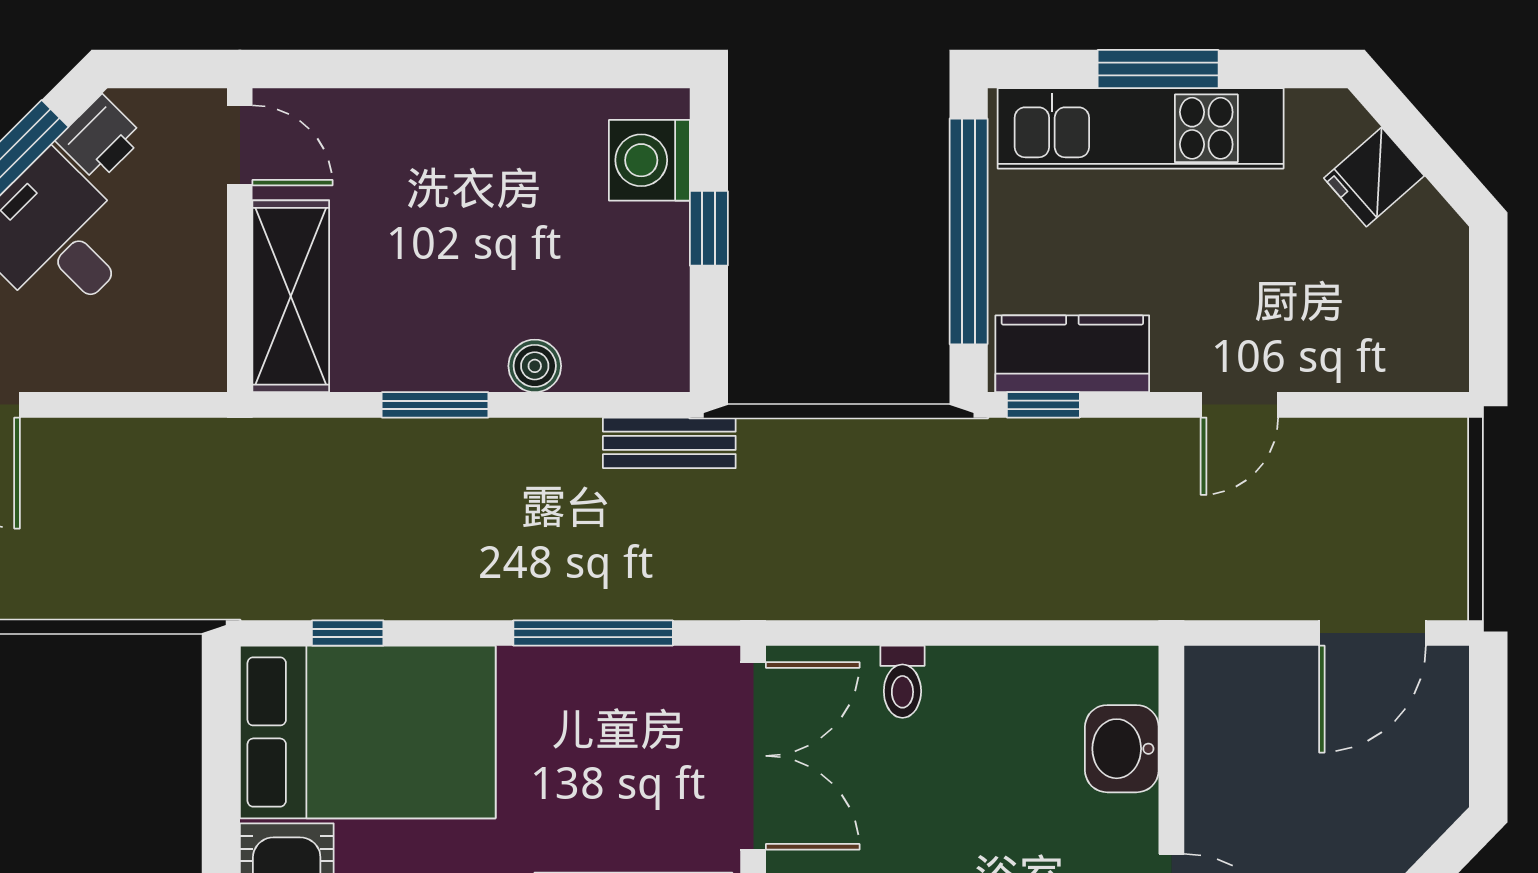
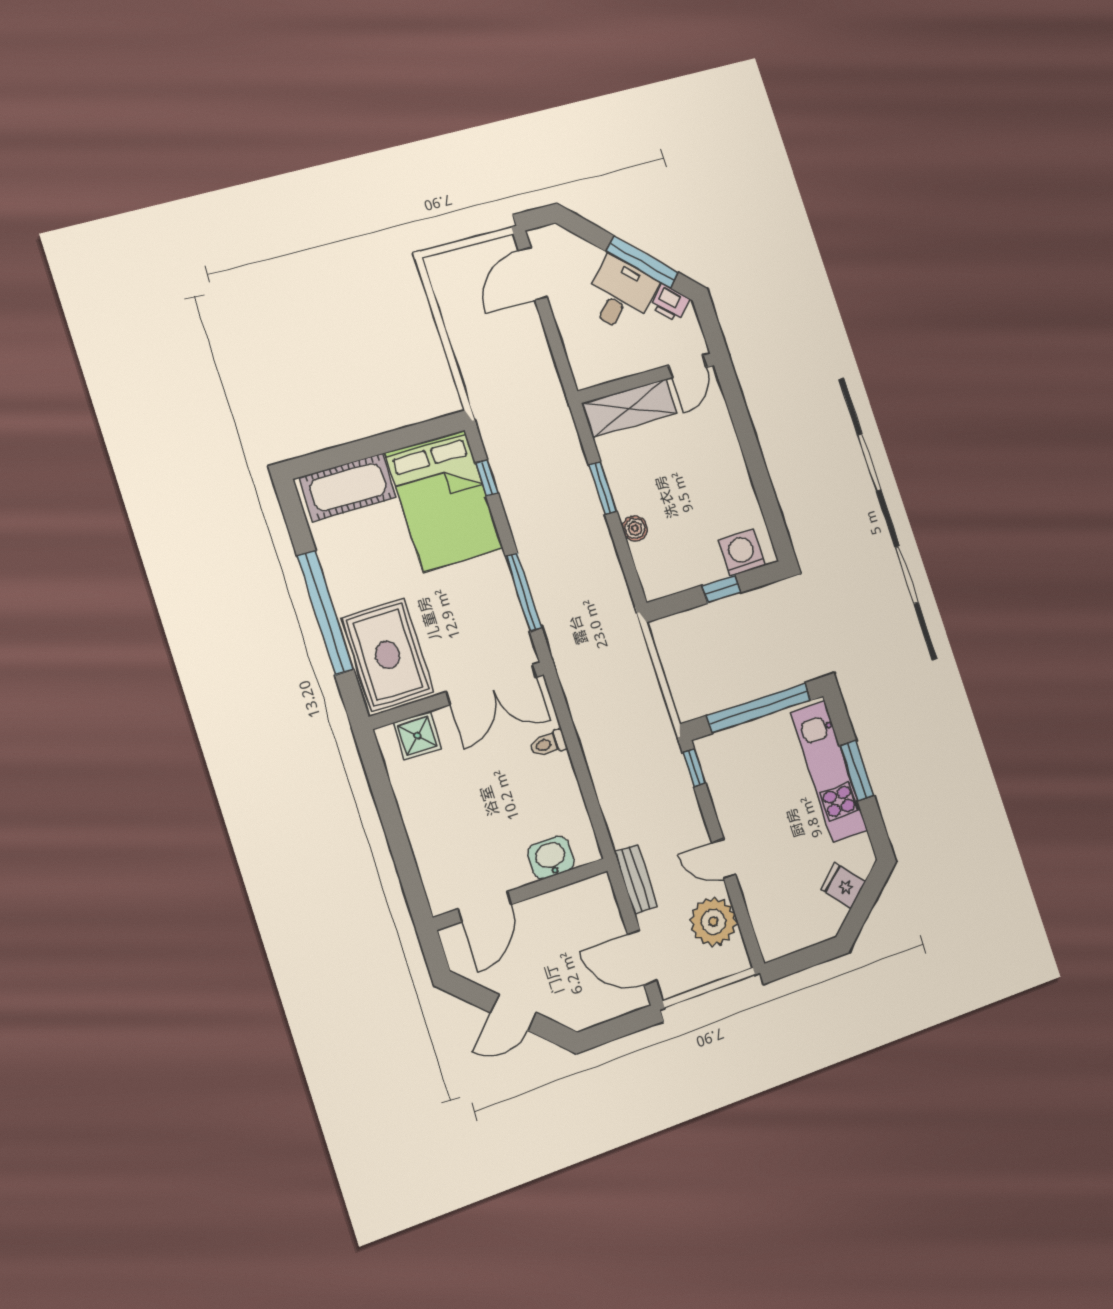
kitchen counter: (1072, 354) -> (721, 774), removed
bench: (669, 443) -> (636, 879), moved
plant: (1353, 467) -> (713, 922), added

